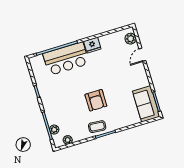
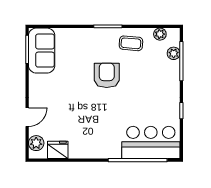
fridge: (92, 45) -> (58, 150), moved
bar counter: (66, 59) -> (151, 142), moved
coffee table: (97, 127) -> (131, 43), moved

